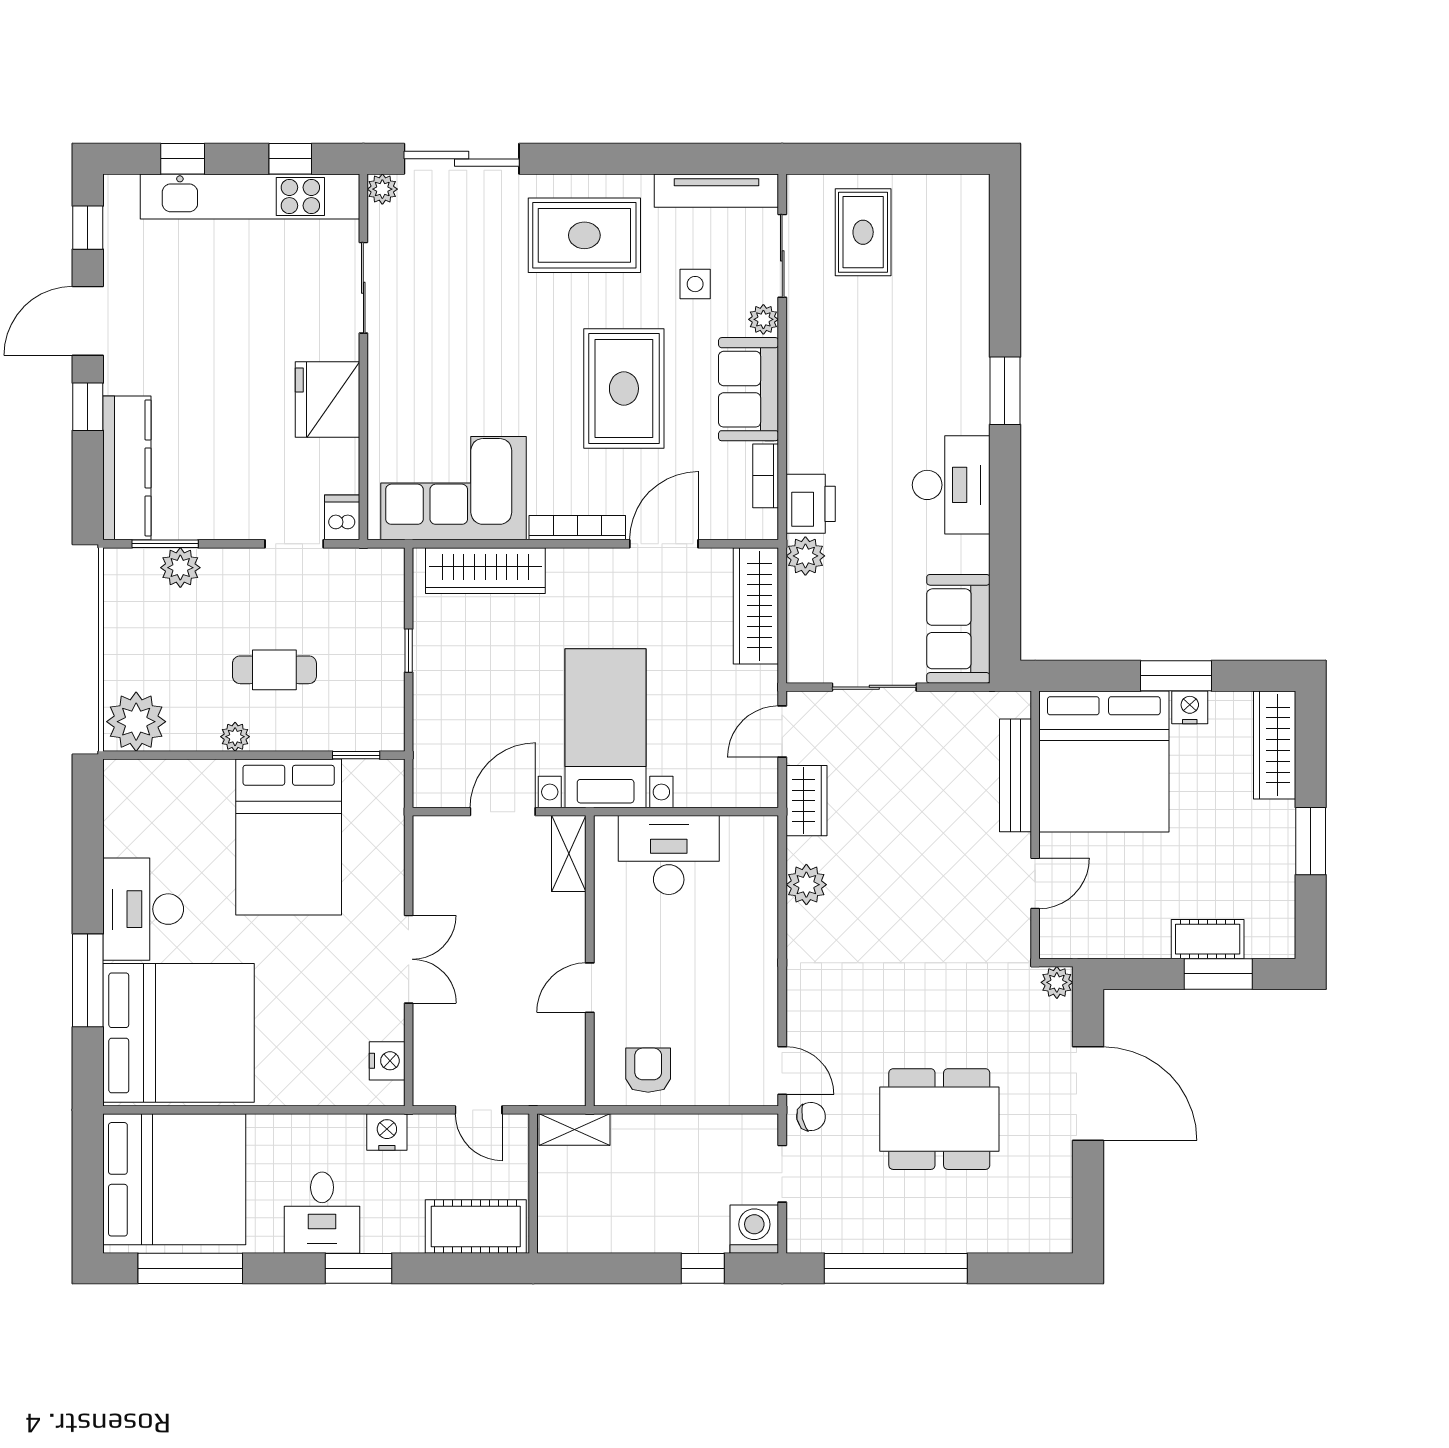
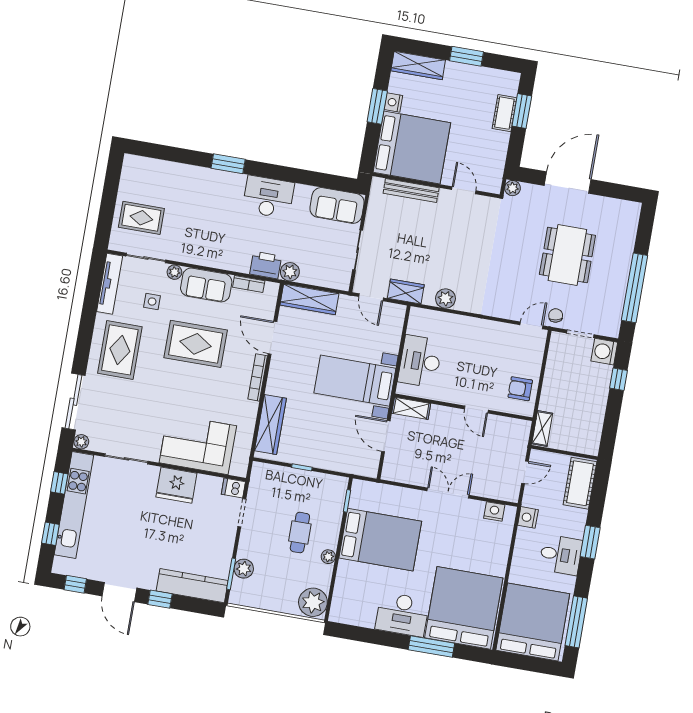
corner sofa: (453, 488) -> (198, 444), moved, turned 90

